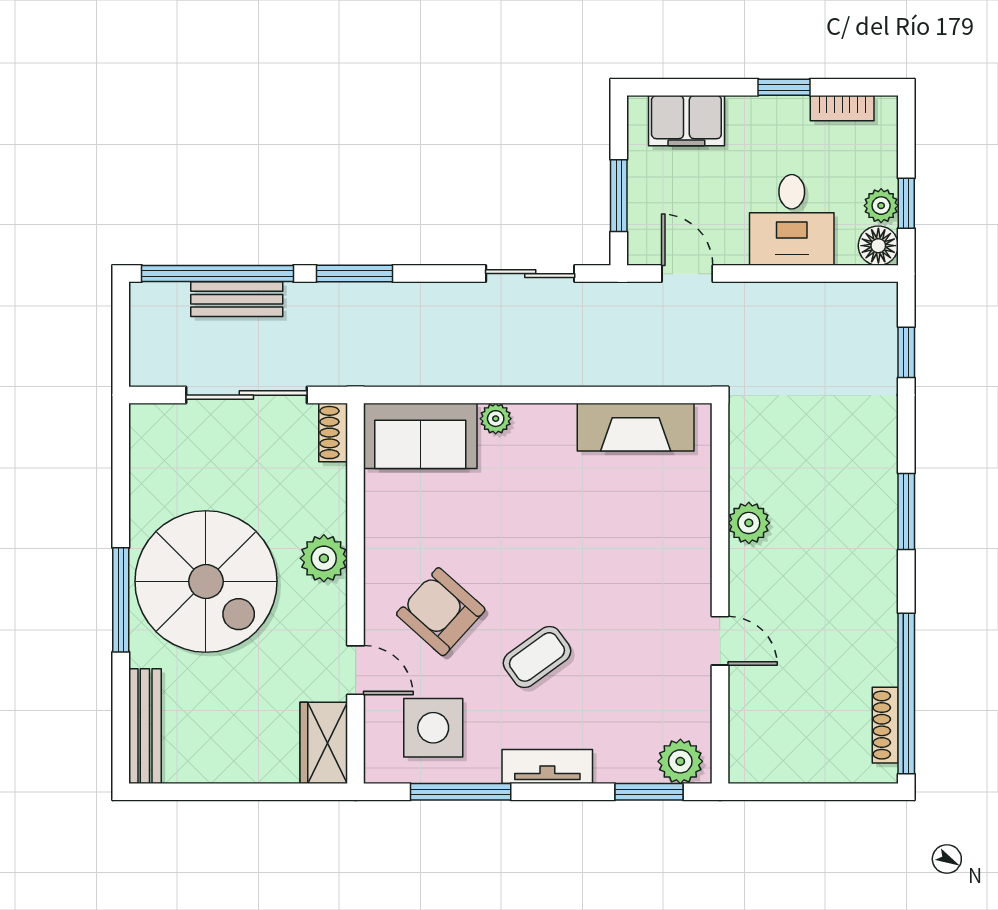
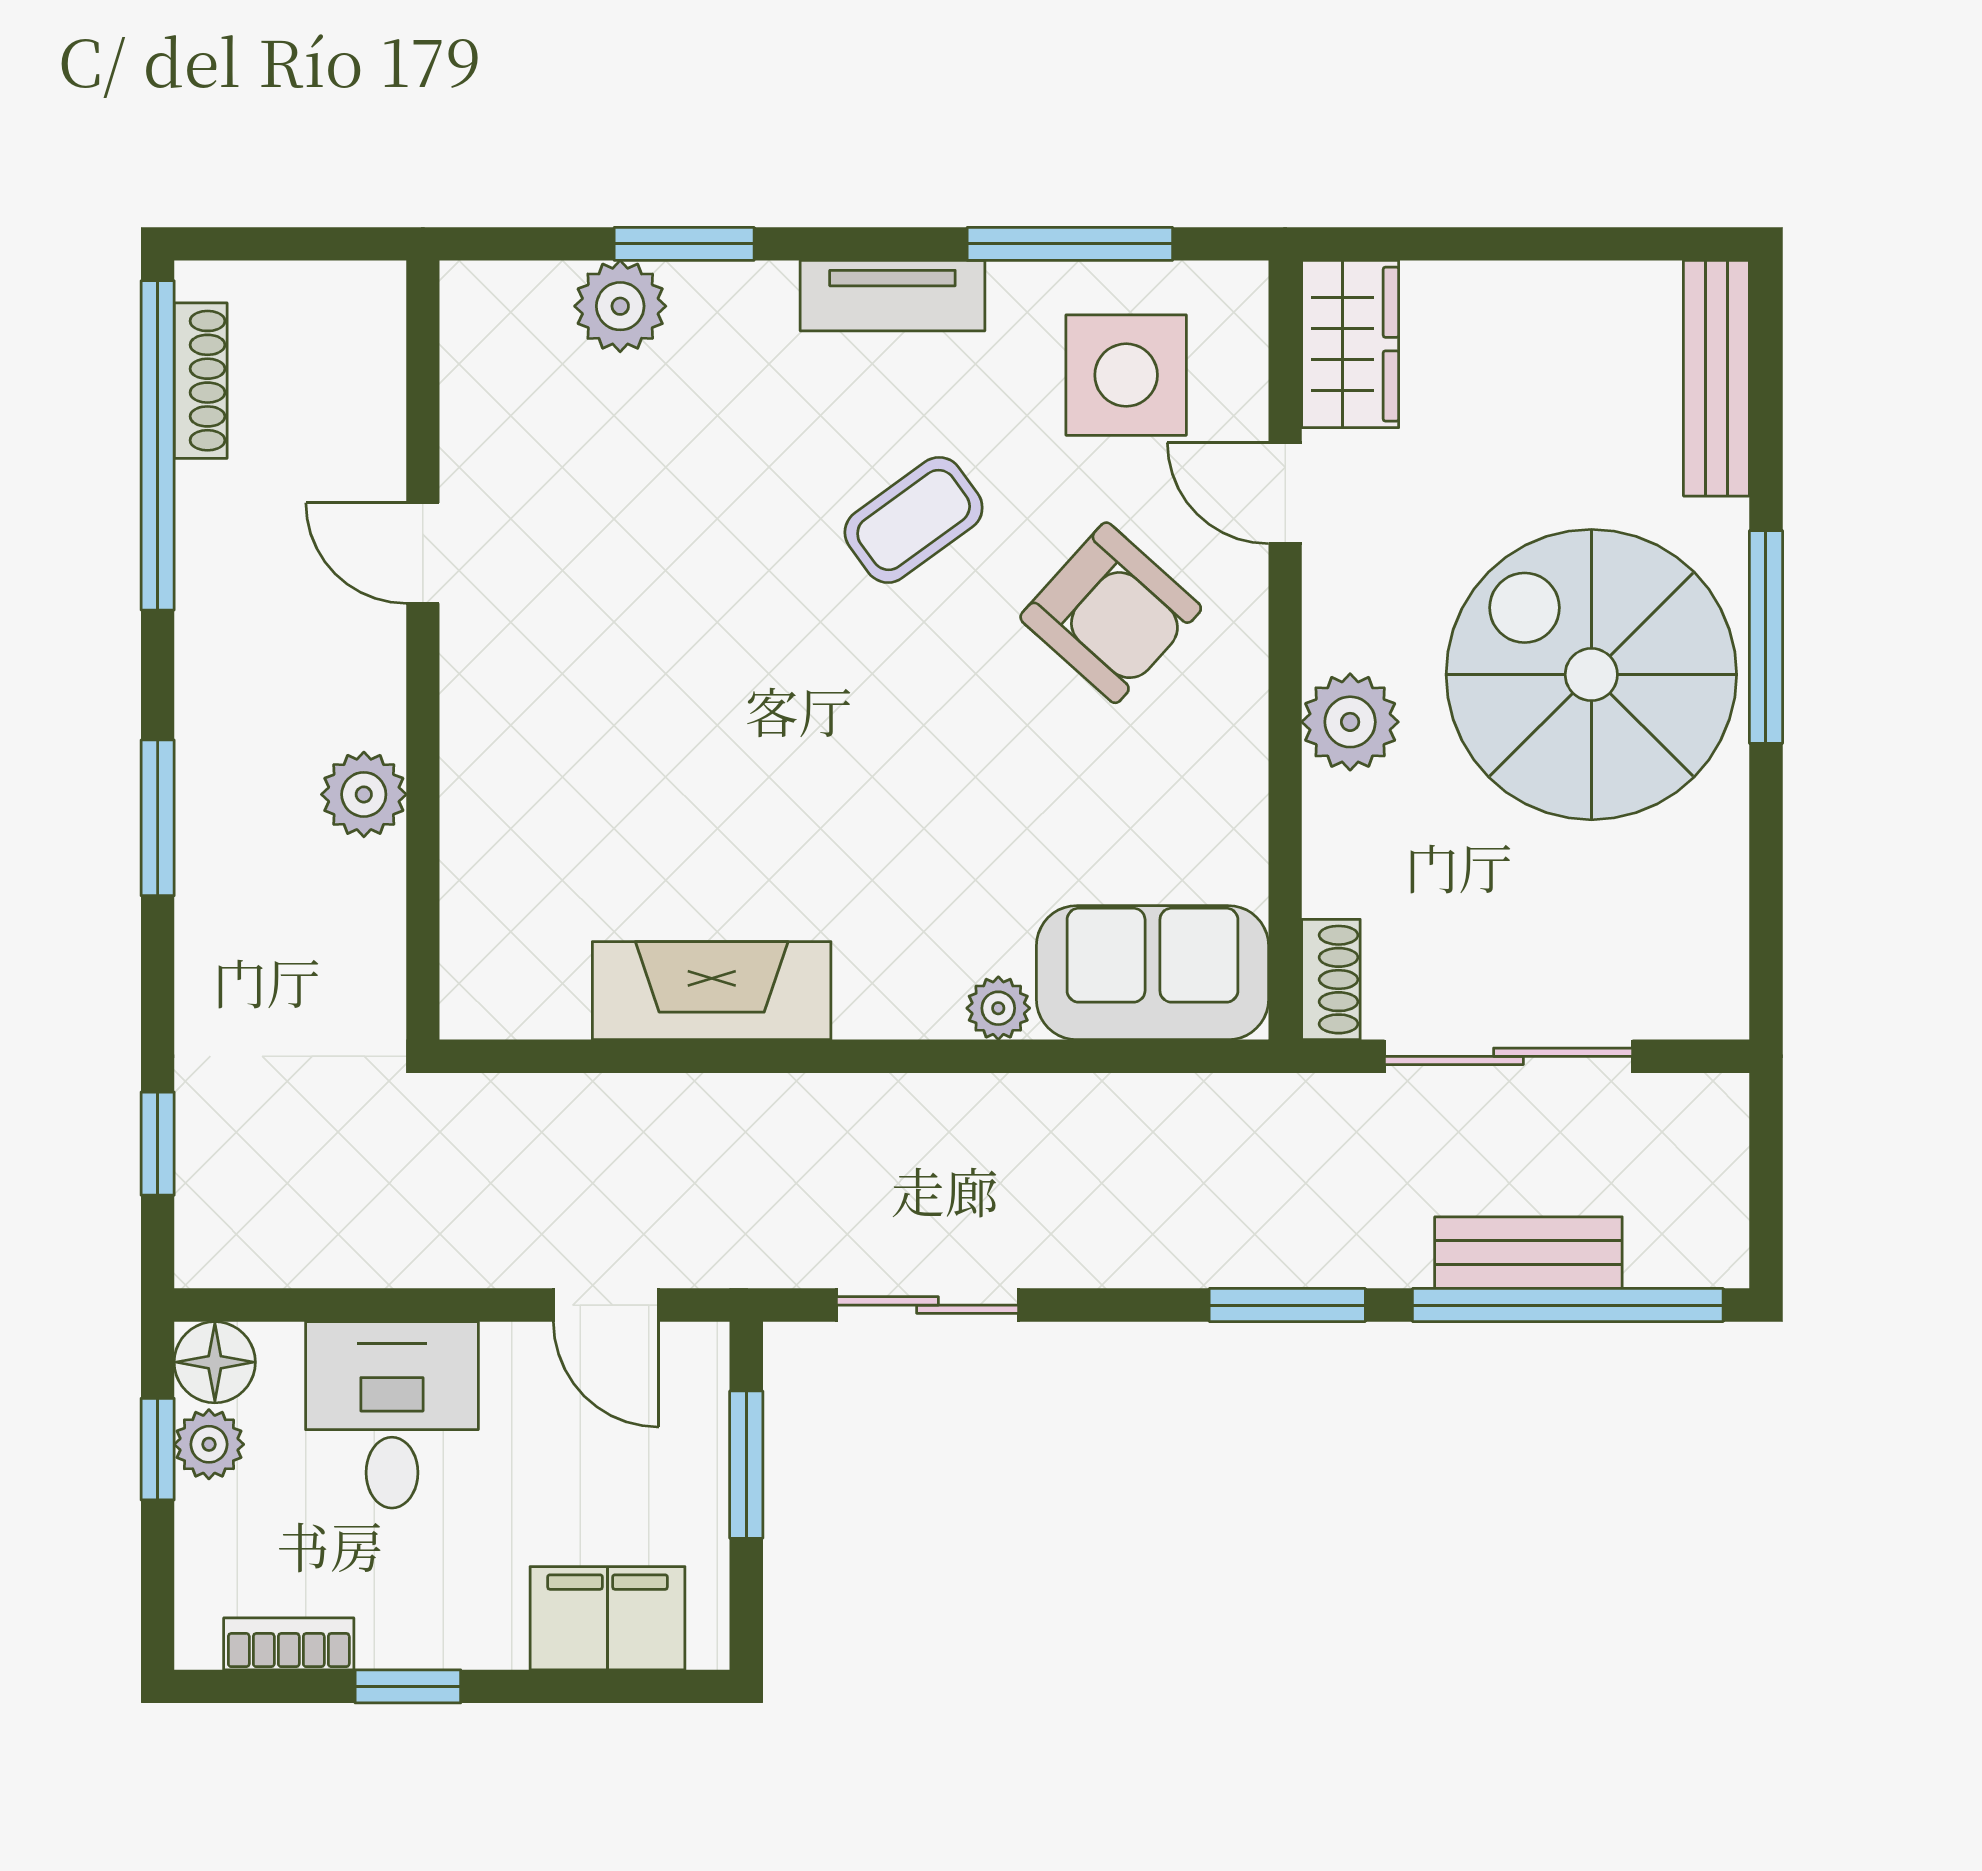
plant: (749, 523) -> (364, 794), moved
wall: (720, 593) -> (423, 650), moved
door: (720, 641) -> (423, 553), moved

